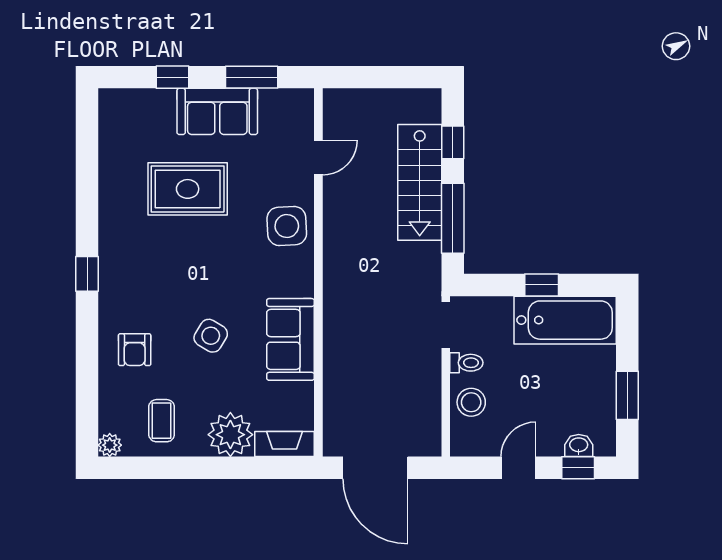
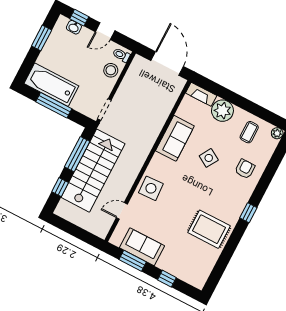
sofa: (217, 111) -> (142, 247), moved
stairs: (420, 182) -> (93, 171), width x1.36, depth x1.51
rug: (188, 189) -> (209, 229), moved
window: (542, 285) -> (54, 105), width x2.17
toilet: (466, 363) -> (121, 55), moved

